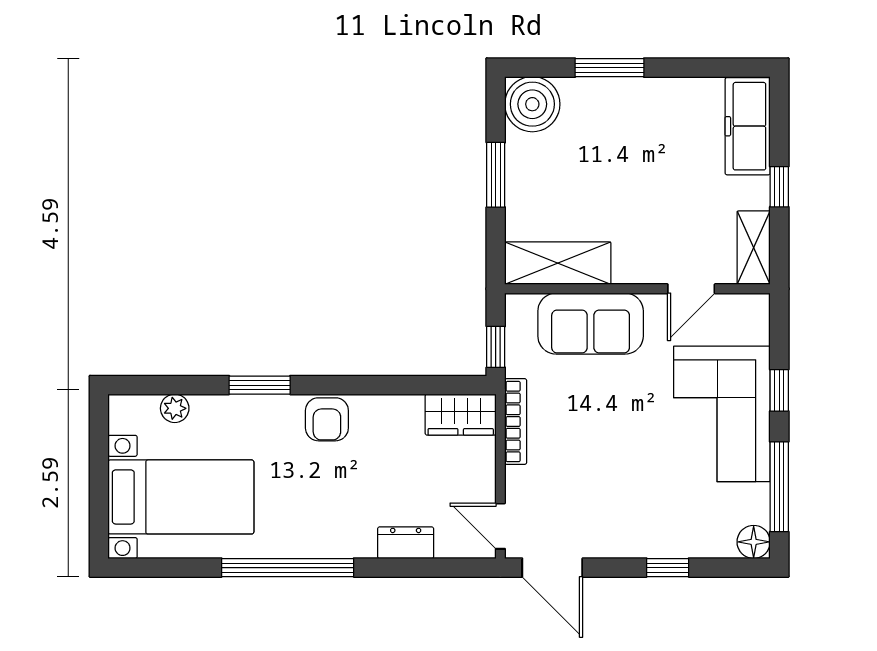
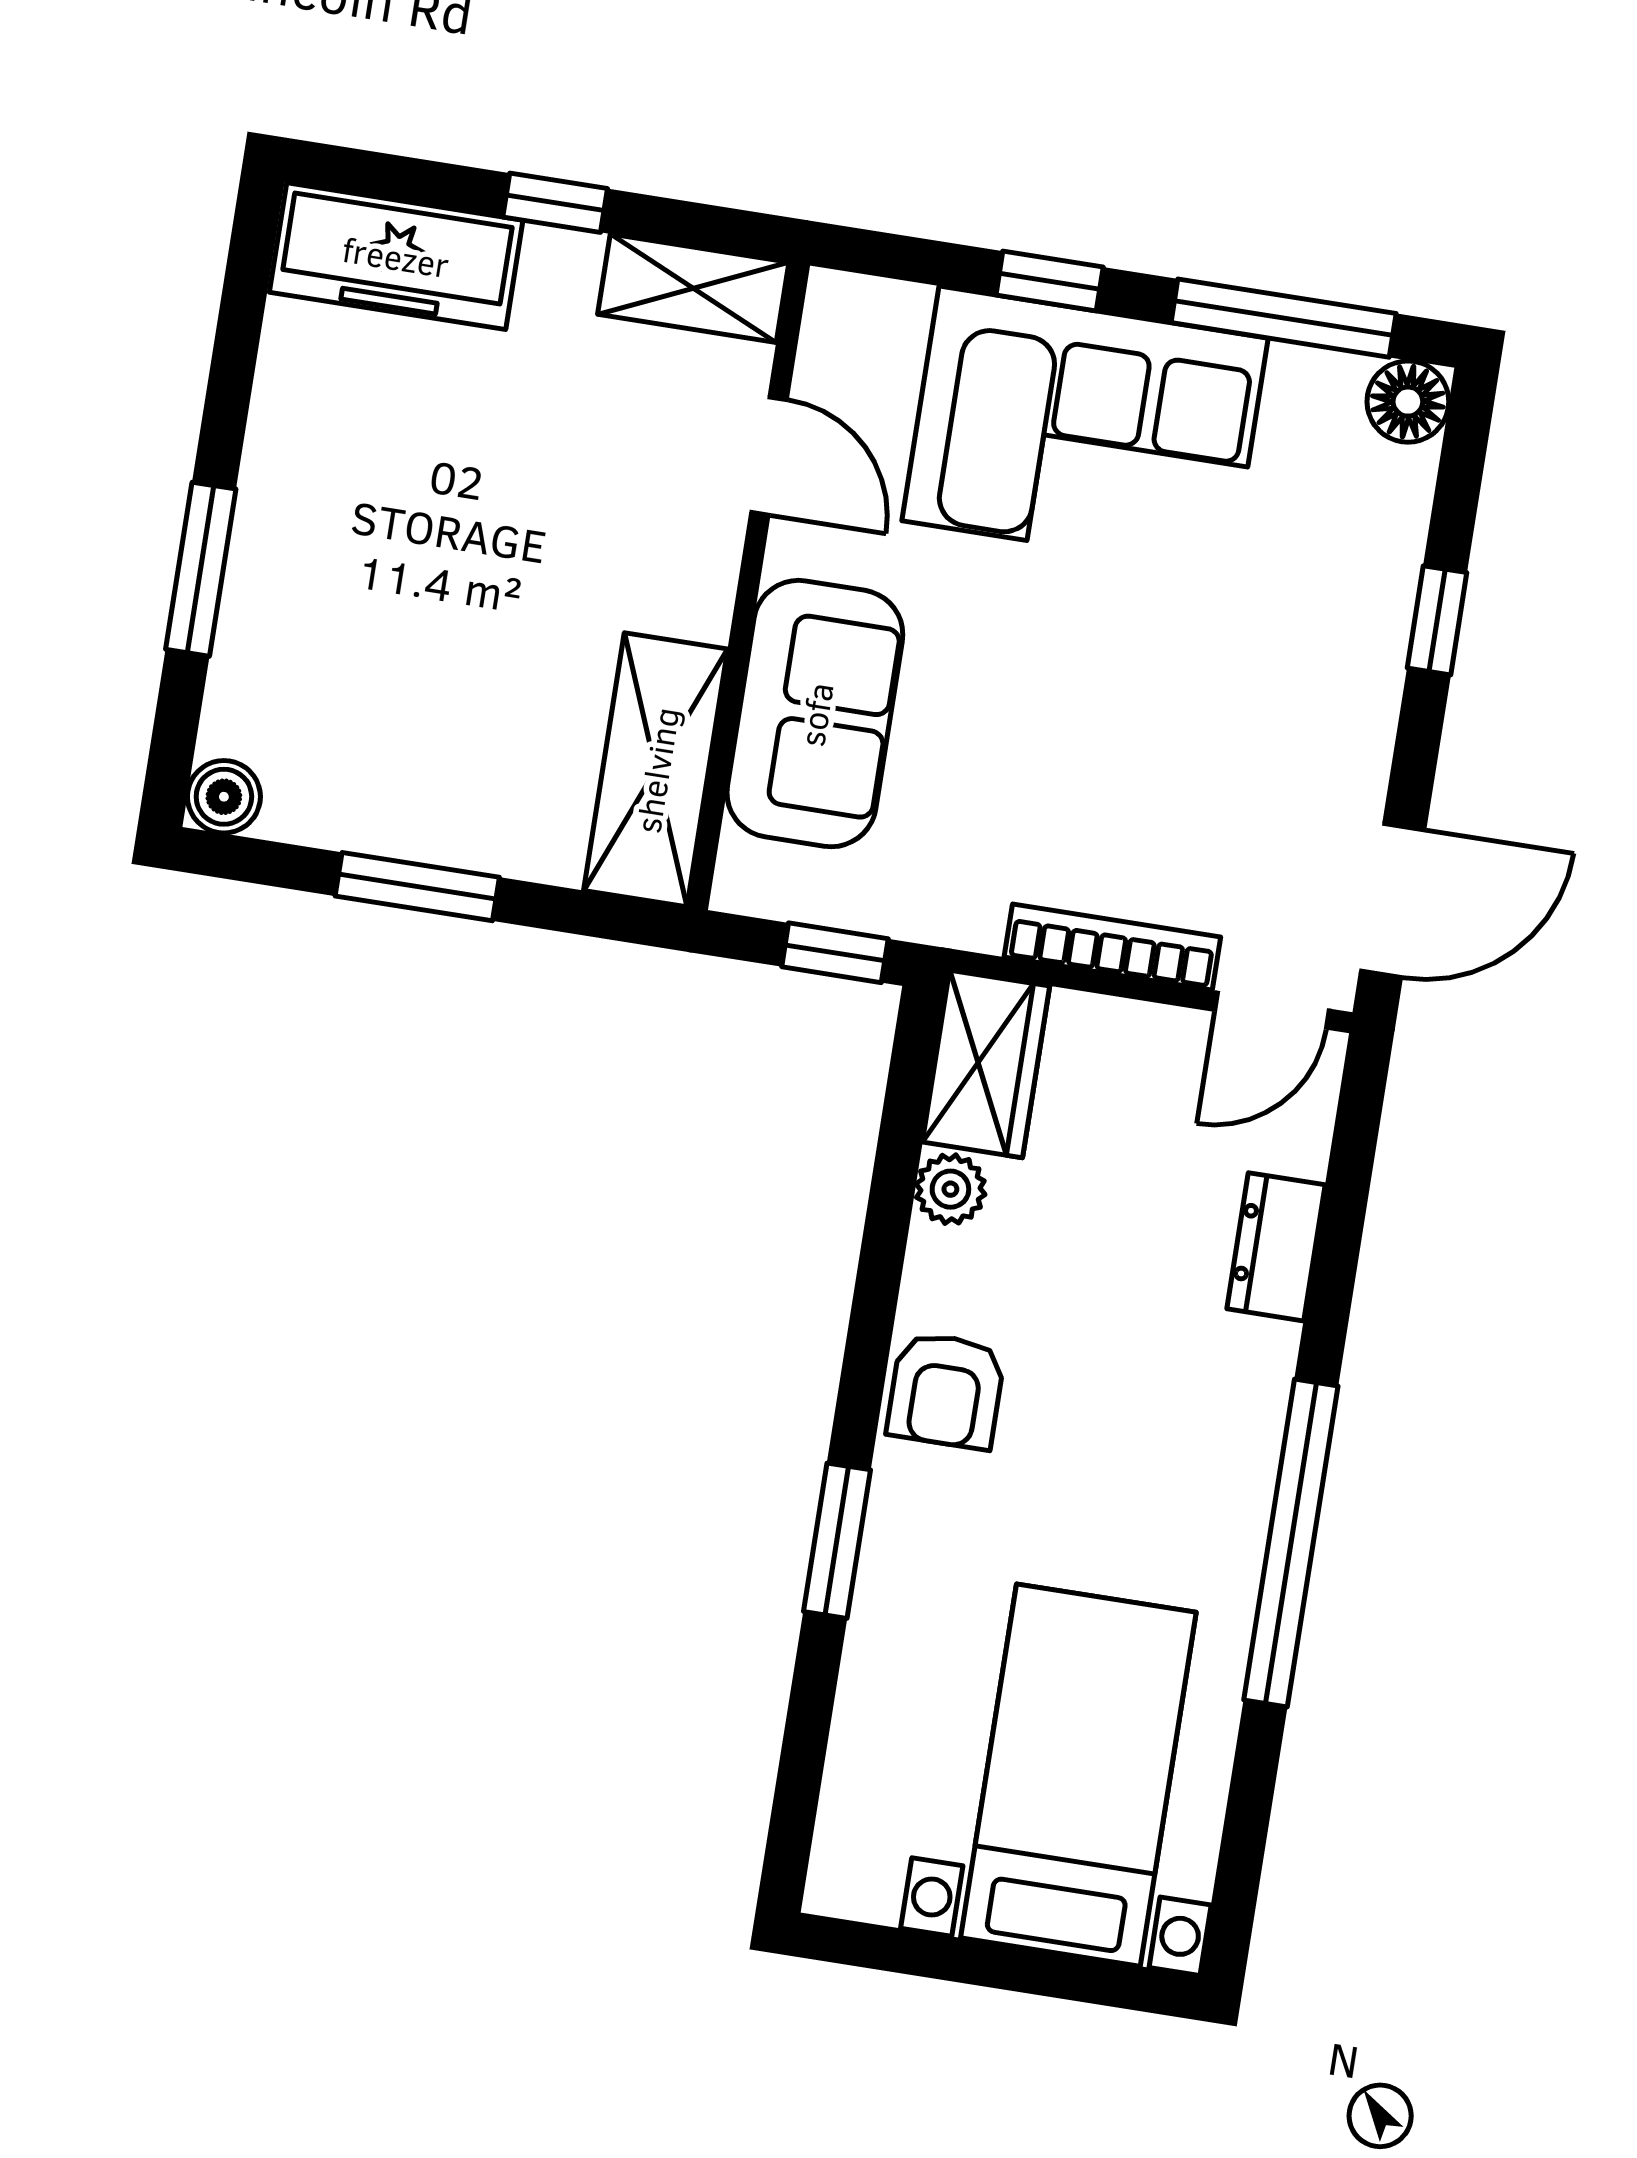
boiler: (532, 104) -> (224, 797), width x0.54, depth x0.54
plant: (175, 408) -> (950, 1189), moved
armchair: (327, 419) -> (946, 1391), turned 90
bookcase: (516, 422) -> (1112, 947), moved

